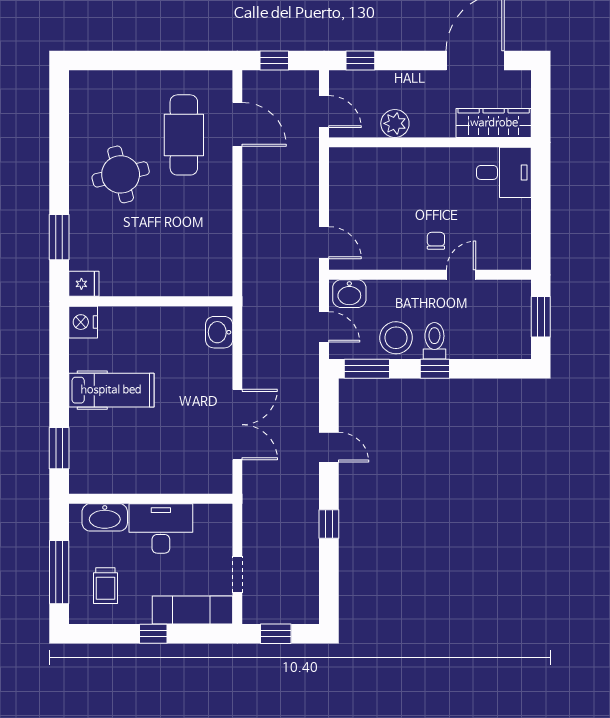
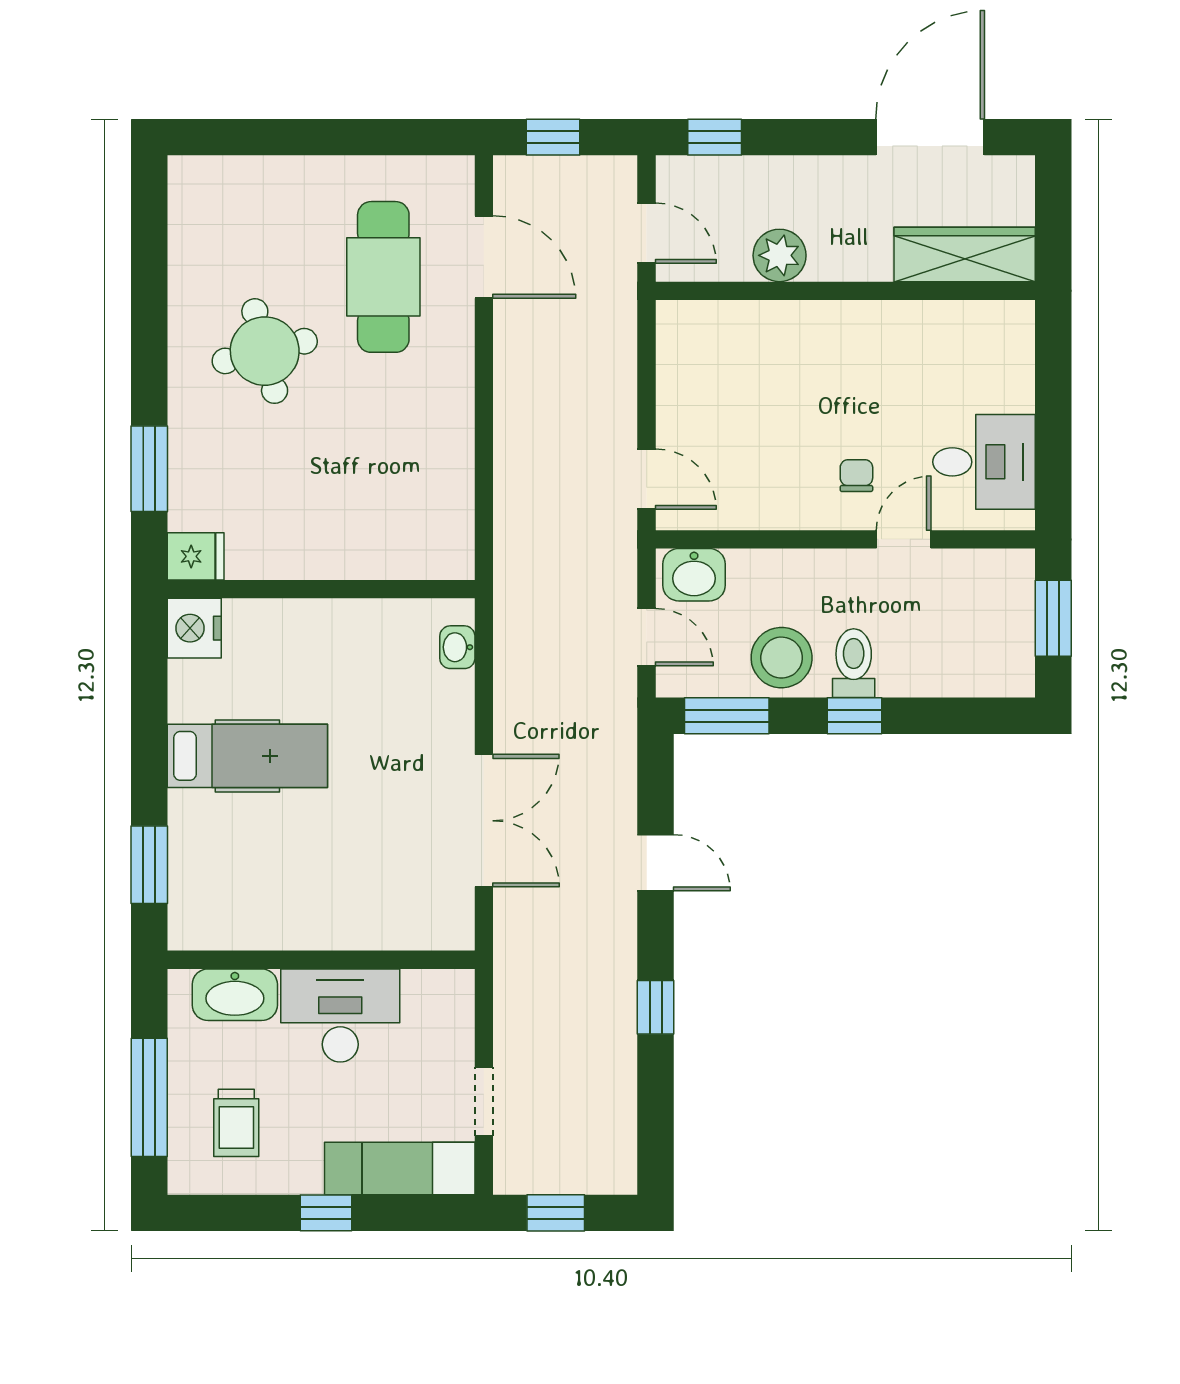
desk: (504, 172) -> (984, 462), moved
washbasin: (219, 332) -> (457, 647), width x0.72, depth x0.69

